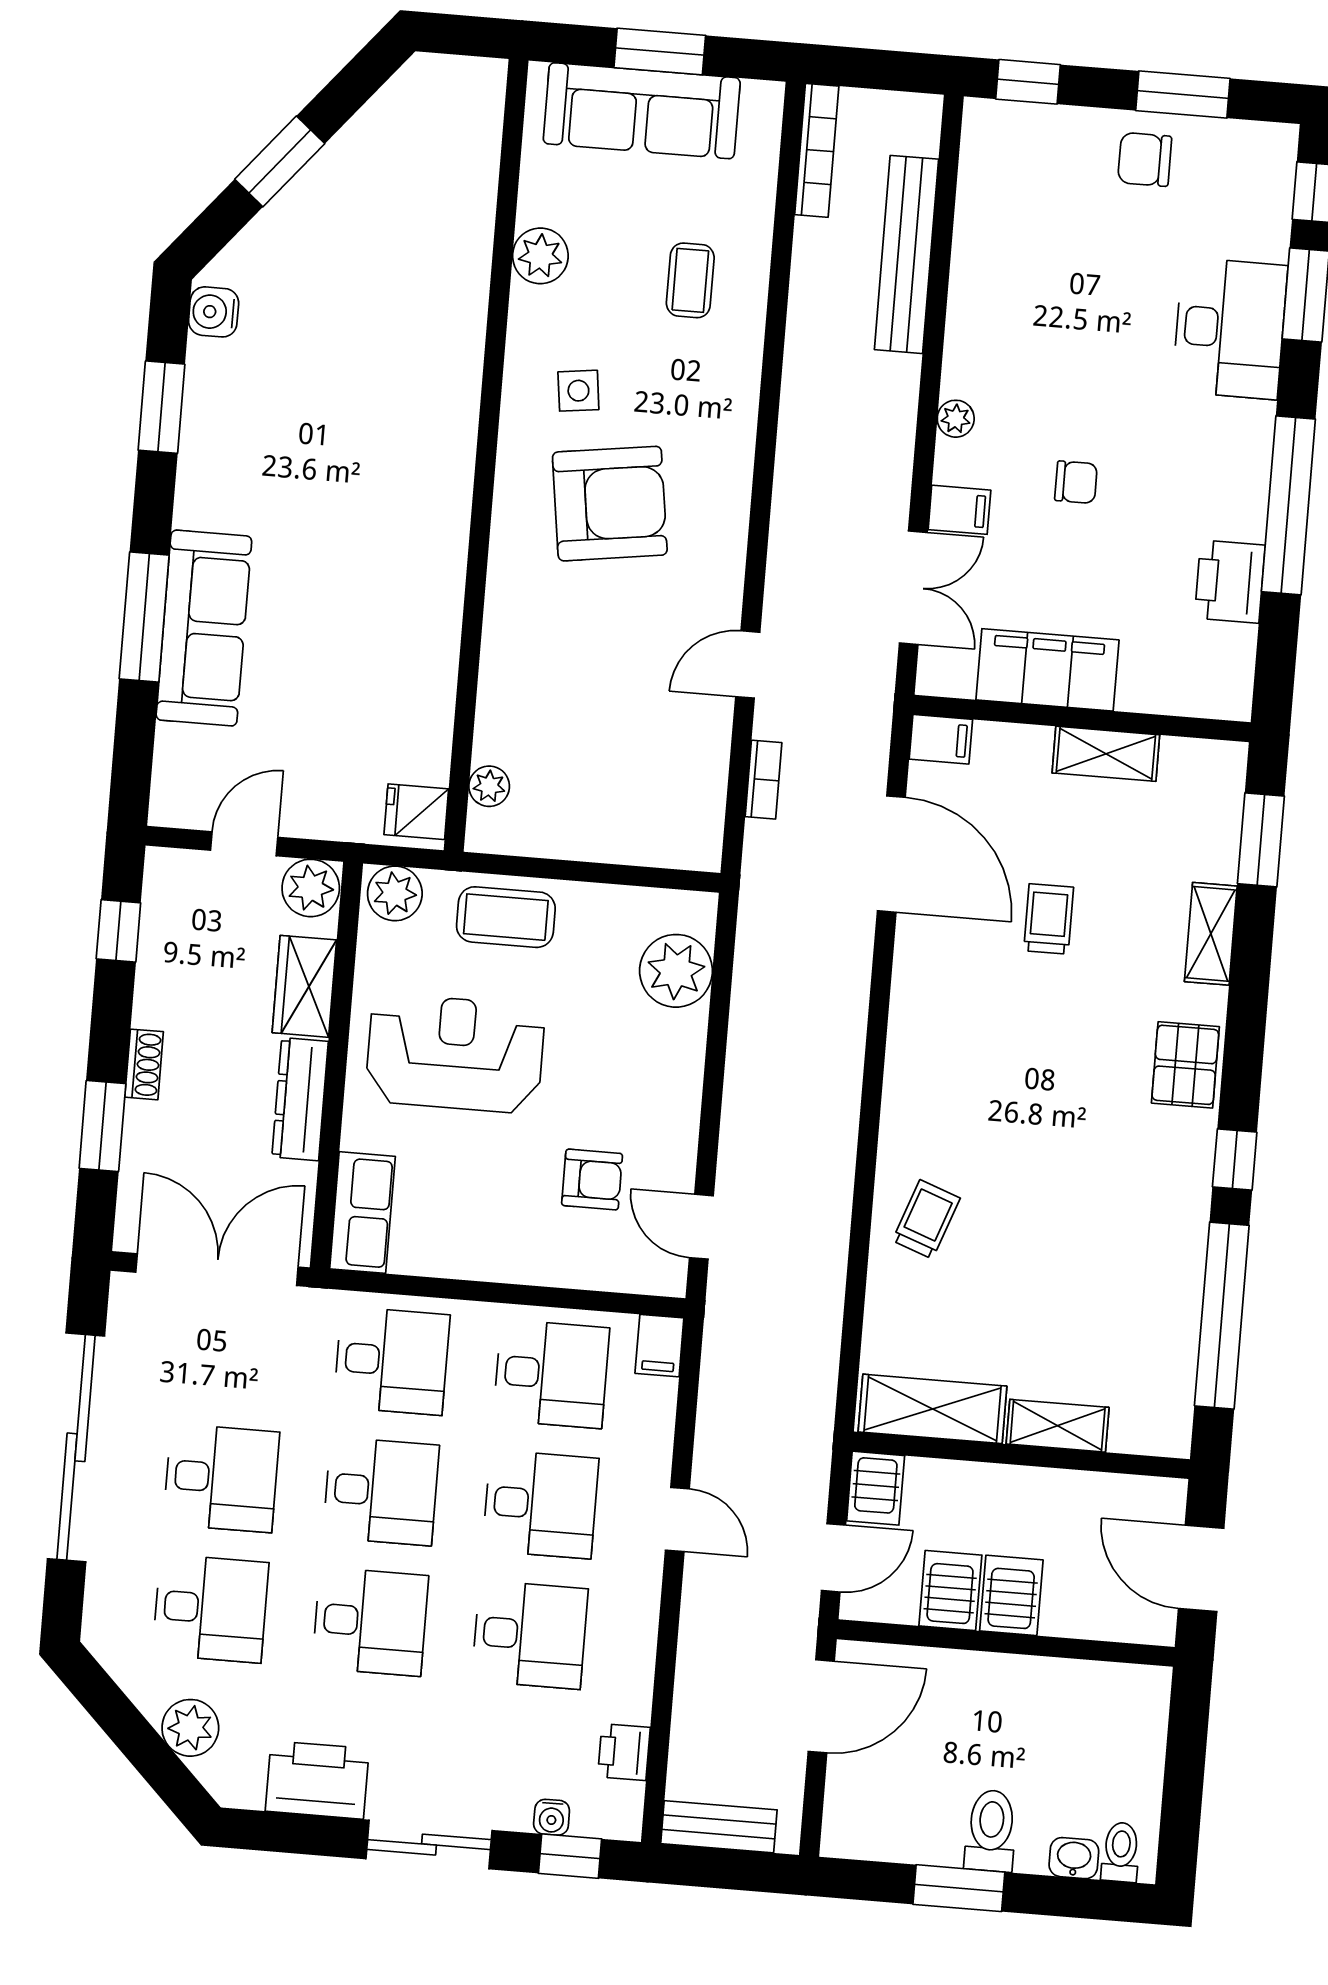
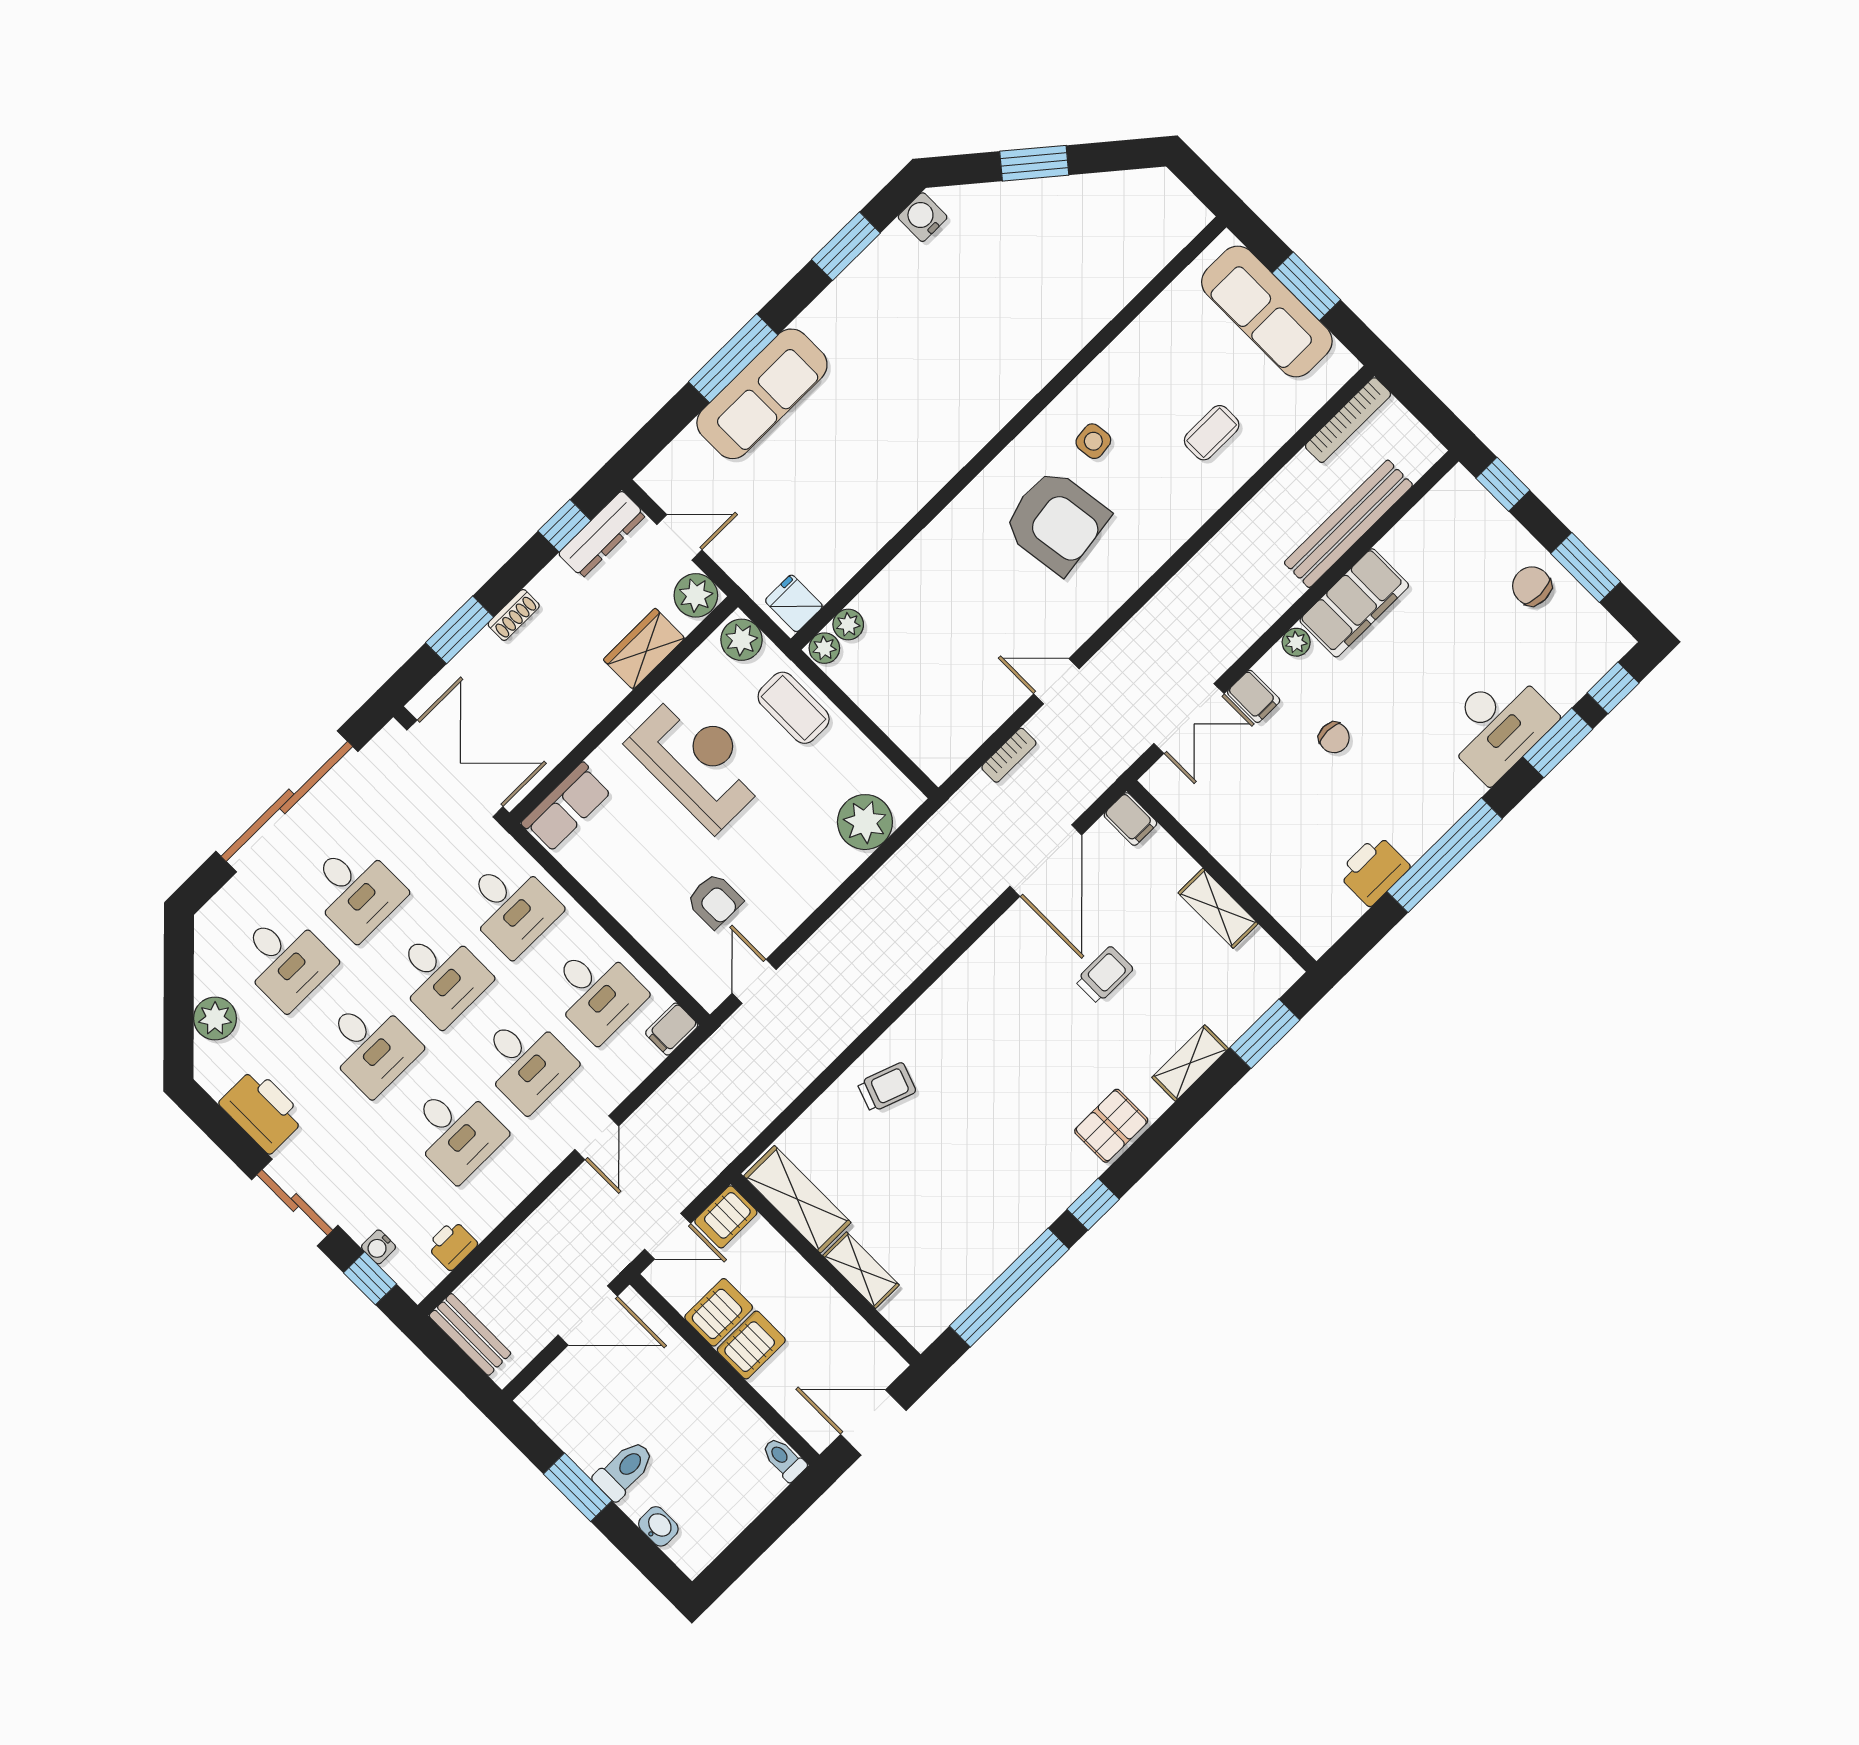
plant: (540, 256) -> (824, 648), moved, width x0.73, depth x0.73
filing cabinet: (1047, 670) -> (1354, 603), moved, turned 90
dresser: (300, 1099) -> (602, 534), moved, turned 180
door: (1201, 1568) -> (873, 1422), hinge flipped
toilet: (1121, 1852) -> (784, 1459), moved, turned -90

